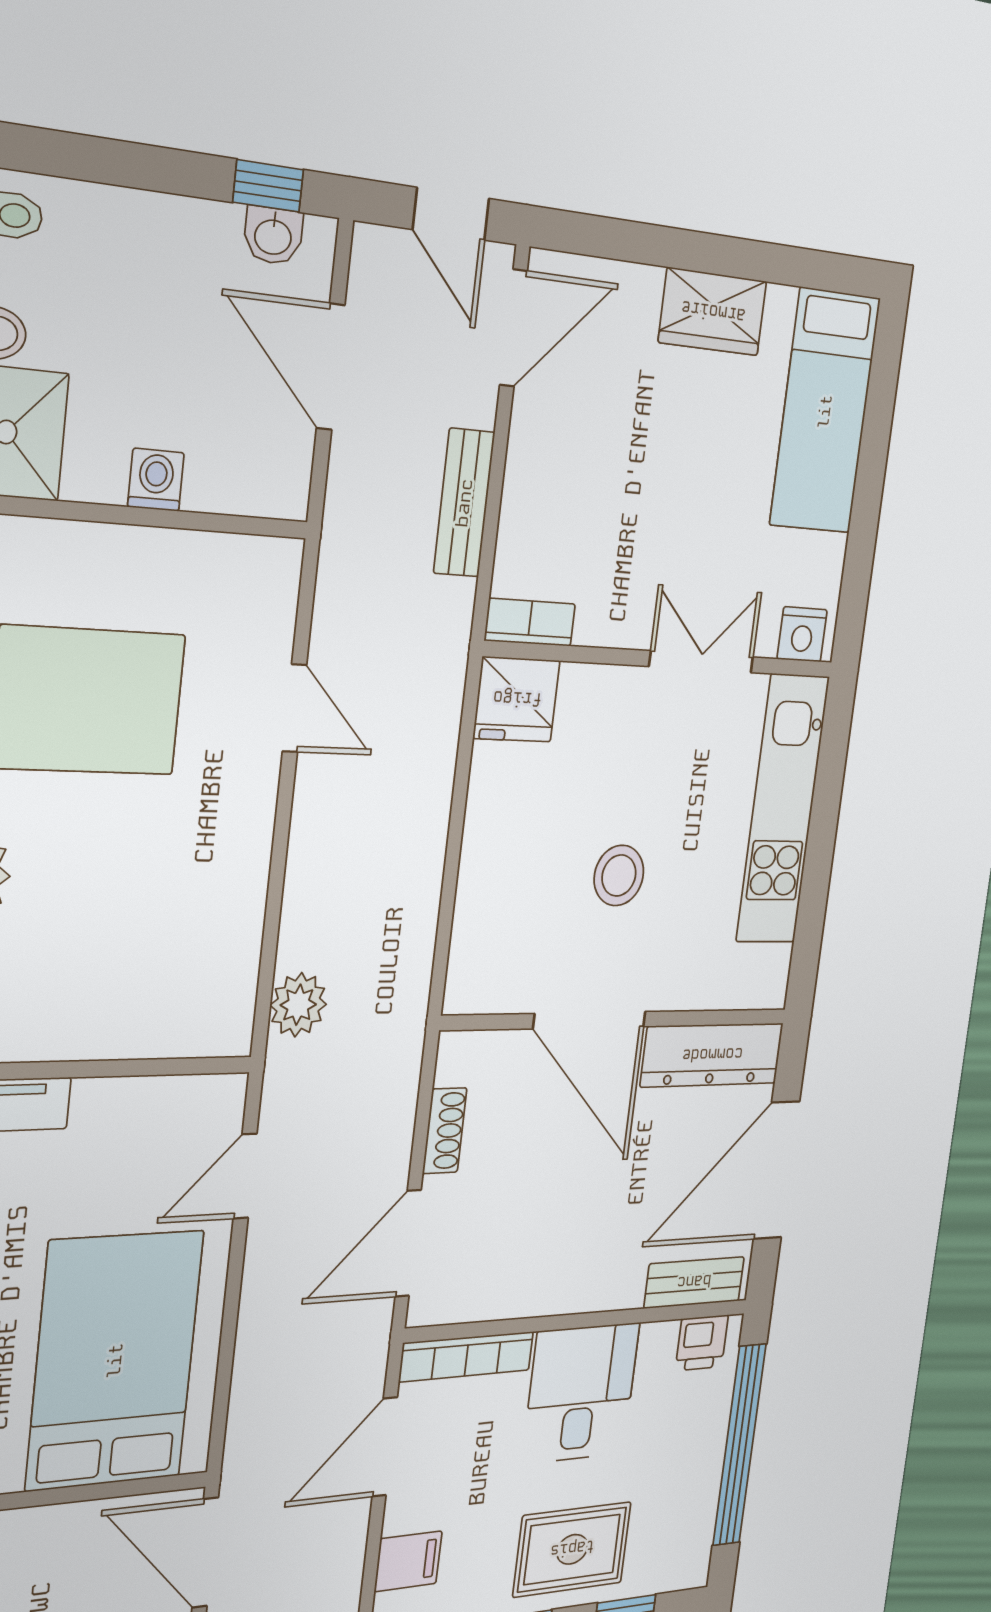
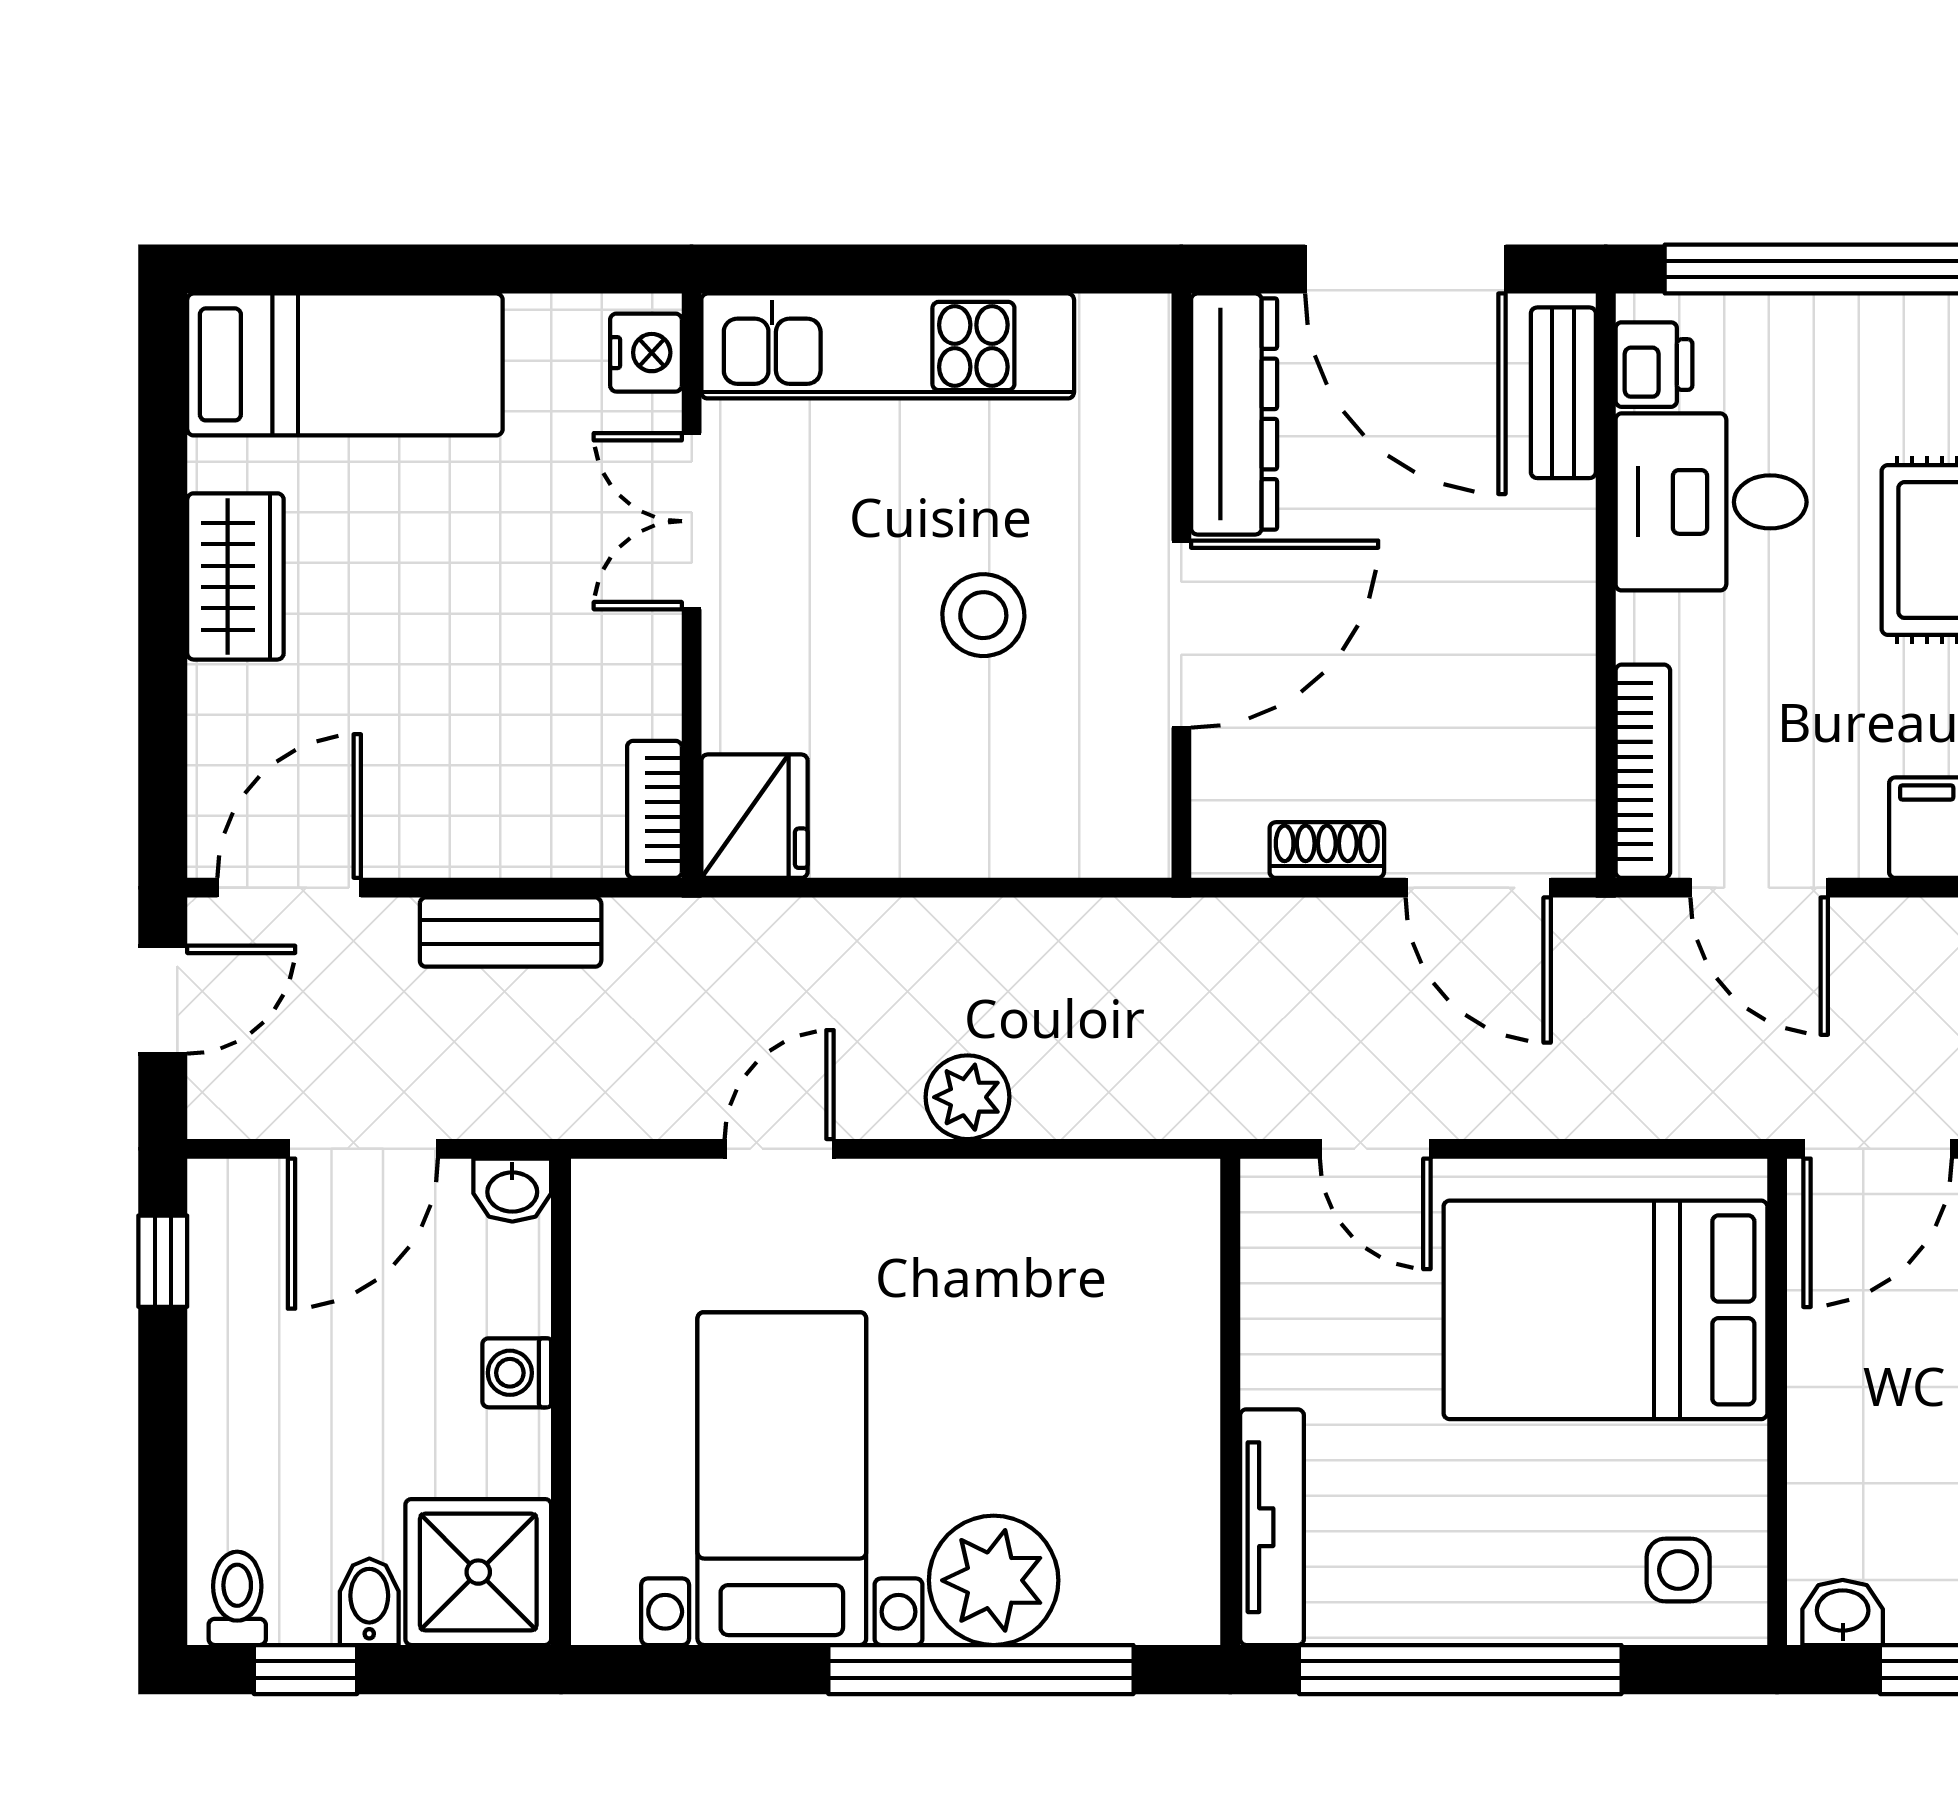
washbasin: (273, 236) -> (512, 1190), moved, turned 90
door: (513, 328) -> (289, 888), hinge flipped
plant: (298, 1005) -> (968, 1097), moved
desk: (581, 1393) -> (1711, 502), moved

